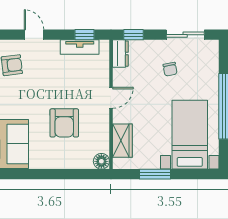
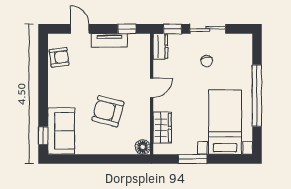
sliding door: (185, 35) -> (208, 29), moved
tv unit: (80, 47) -> (109, 40), moved
armchair: (64, 123) -> (108, 111), turned 105

